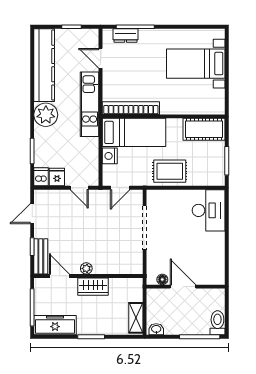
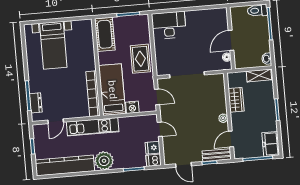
door: (79, 188) -> (160, 129), hinge flipped
wardrobe: (93, 287) -> (236, 100), moved
freezer: (55, 325) -> (271, 144), width x0.71

